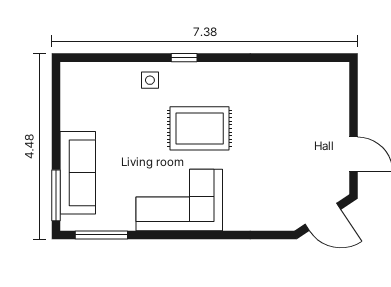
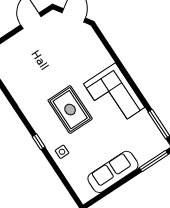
sofa: (78, 173) -> (113, 172), moved

